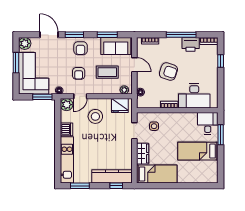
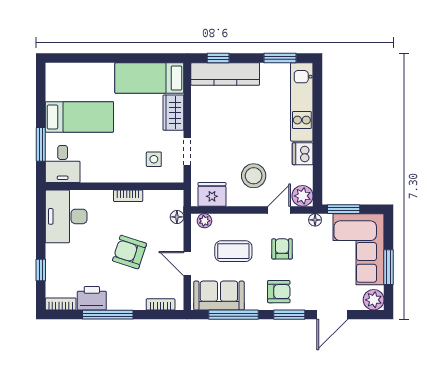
door: (49, 35) -> (332, 315), hinge flipped
window: (107, 35) -> (233, 315), width x1.44
armchair: (81, 48) -> (279, 292), turned 90
desk: (194, 96) -> (66, 216), moved, turned -90

